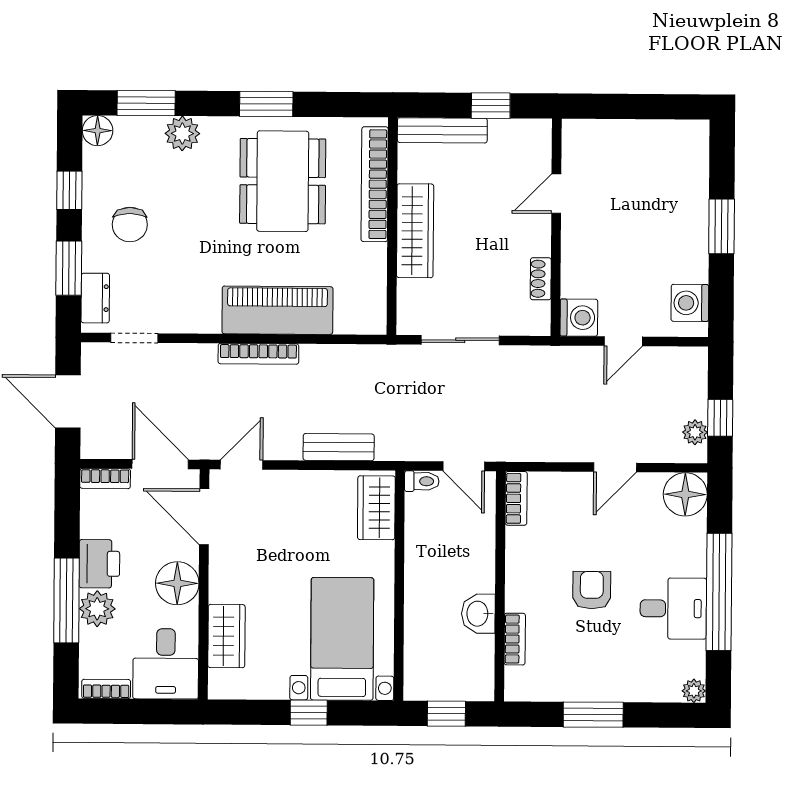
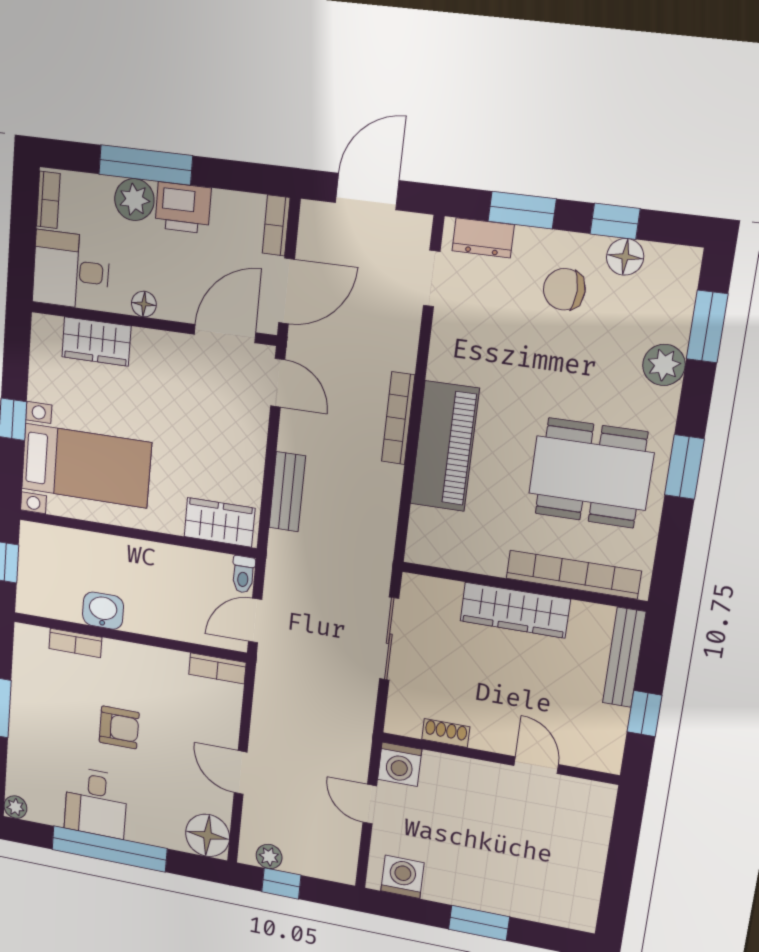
floor lamp: (98, 131) -> (625, 257), moved
floor lamp: (177, 583) -> (144, 304), width x0.53, depth x0.53

